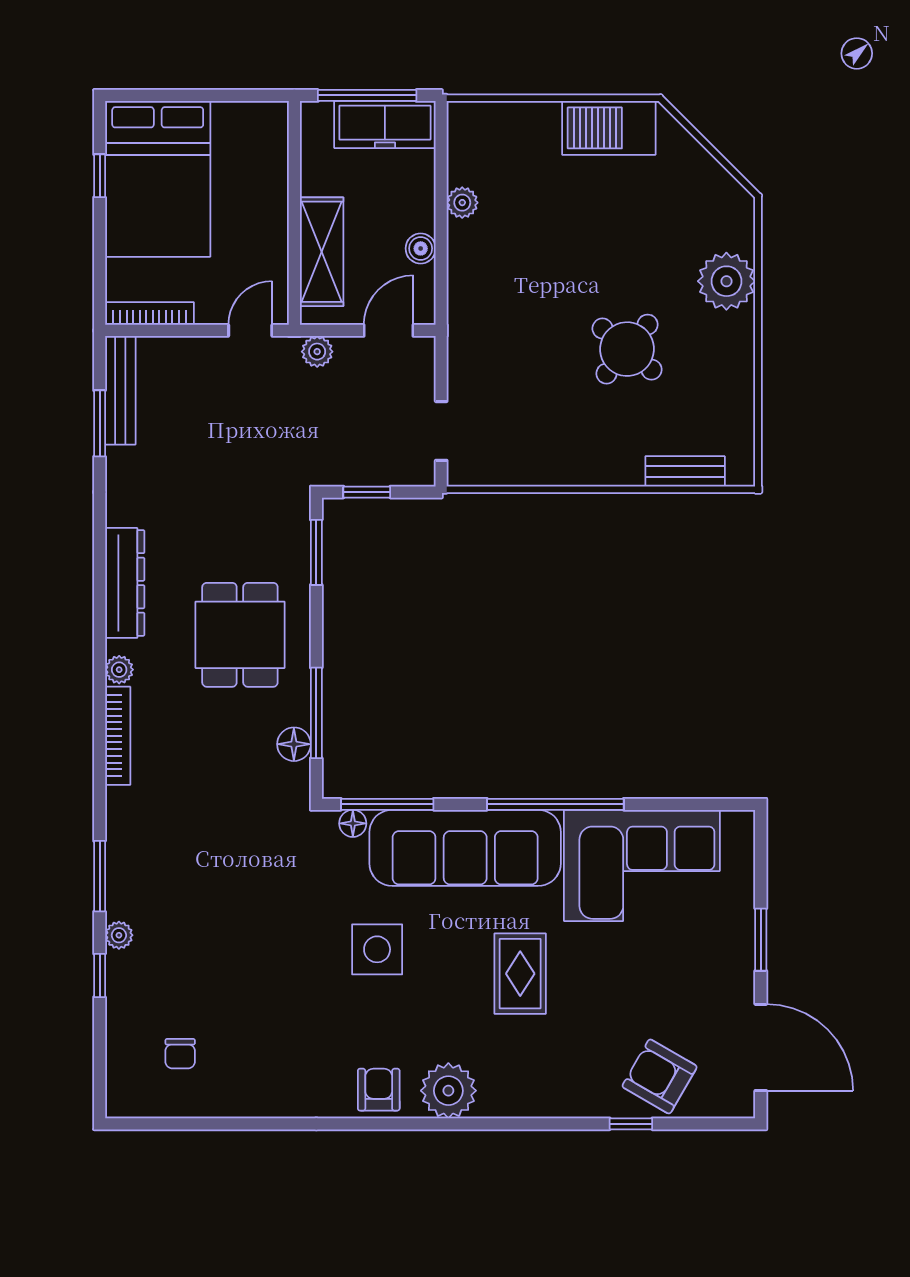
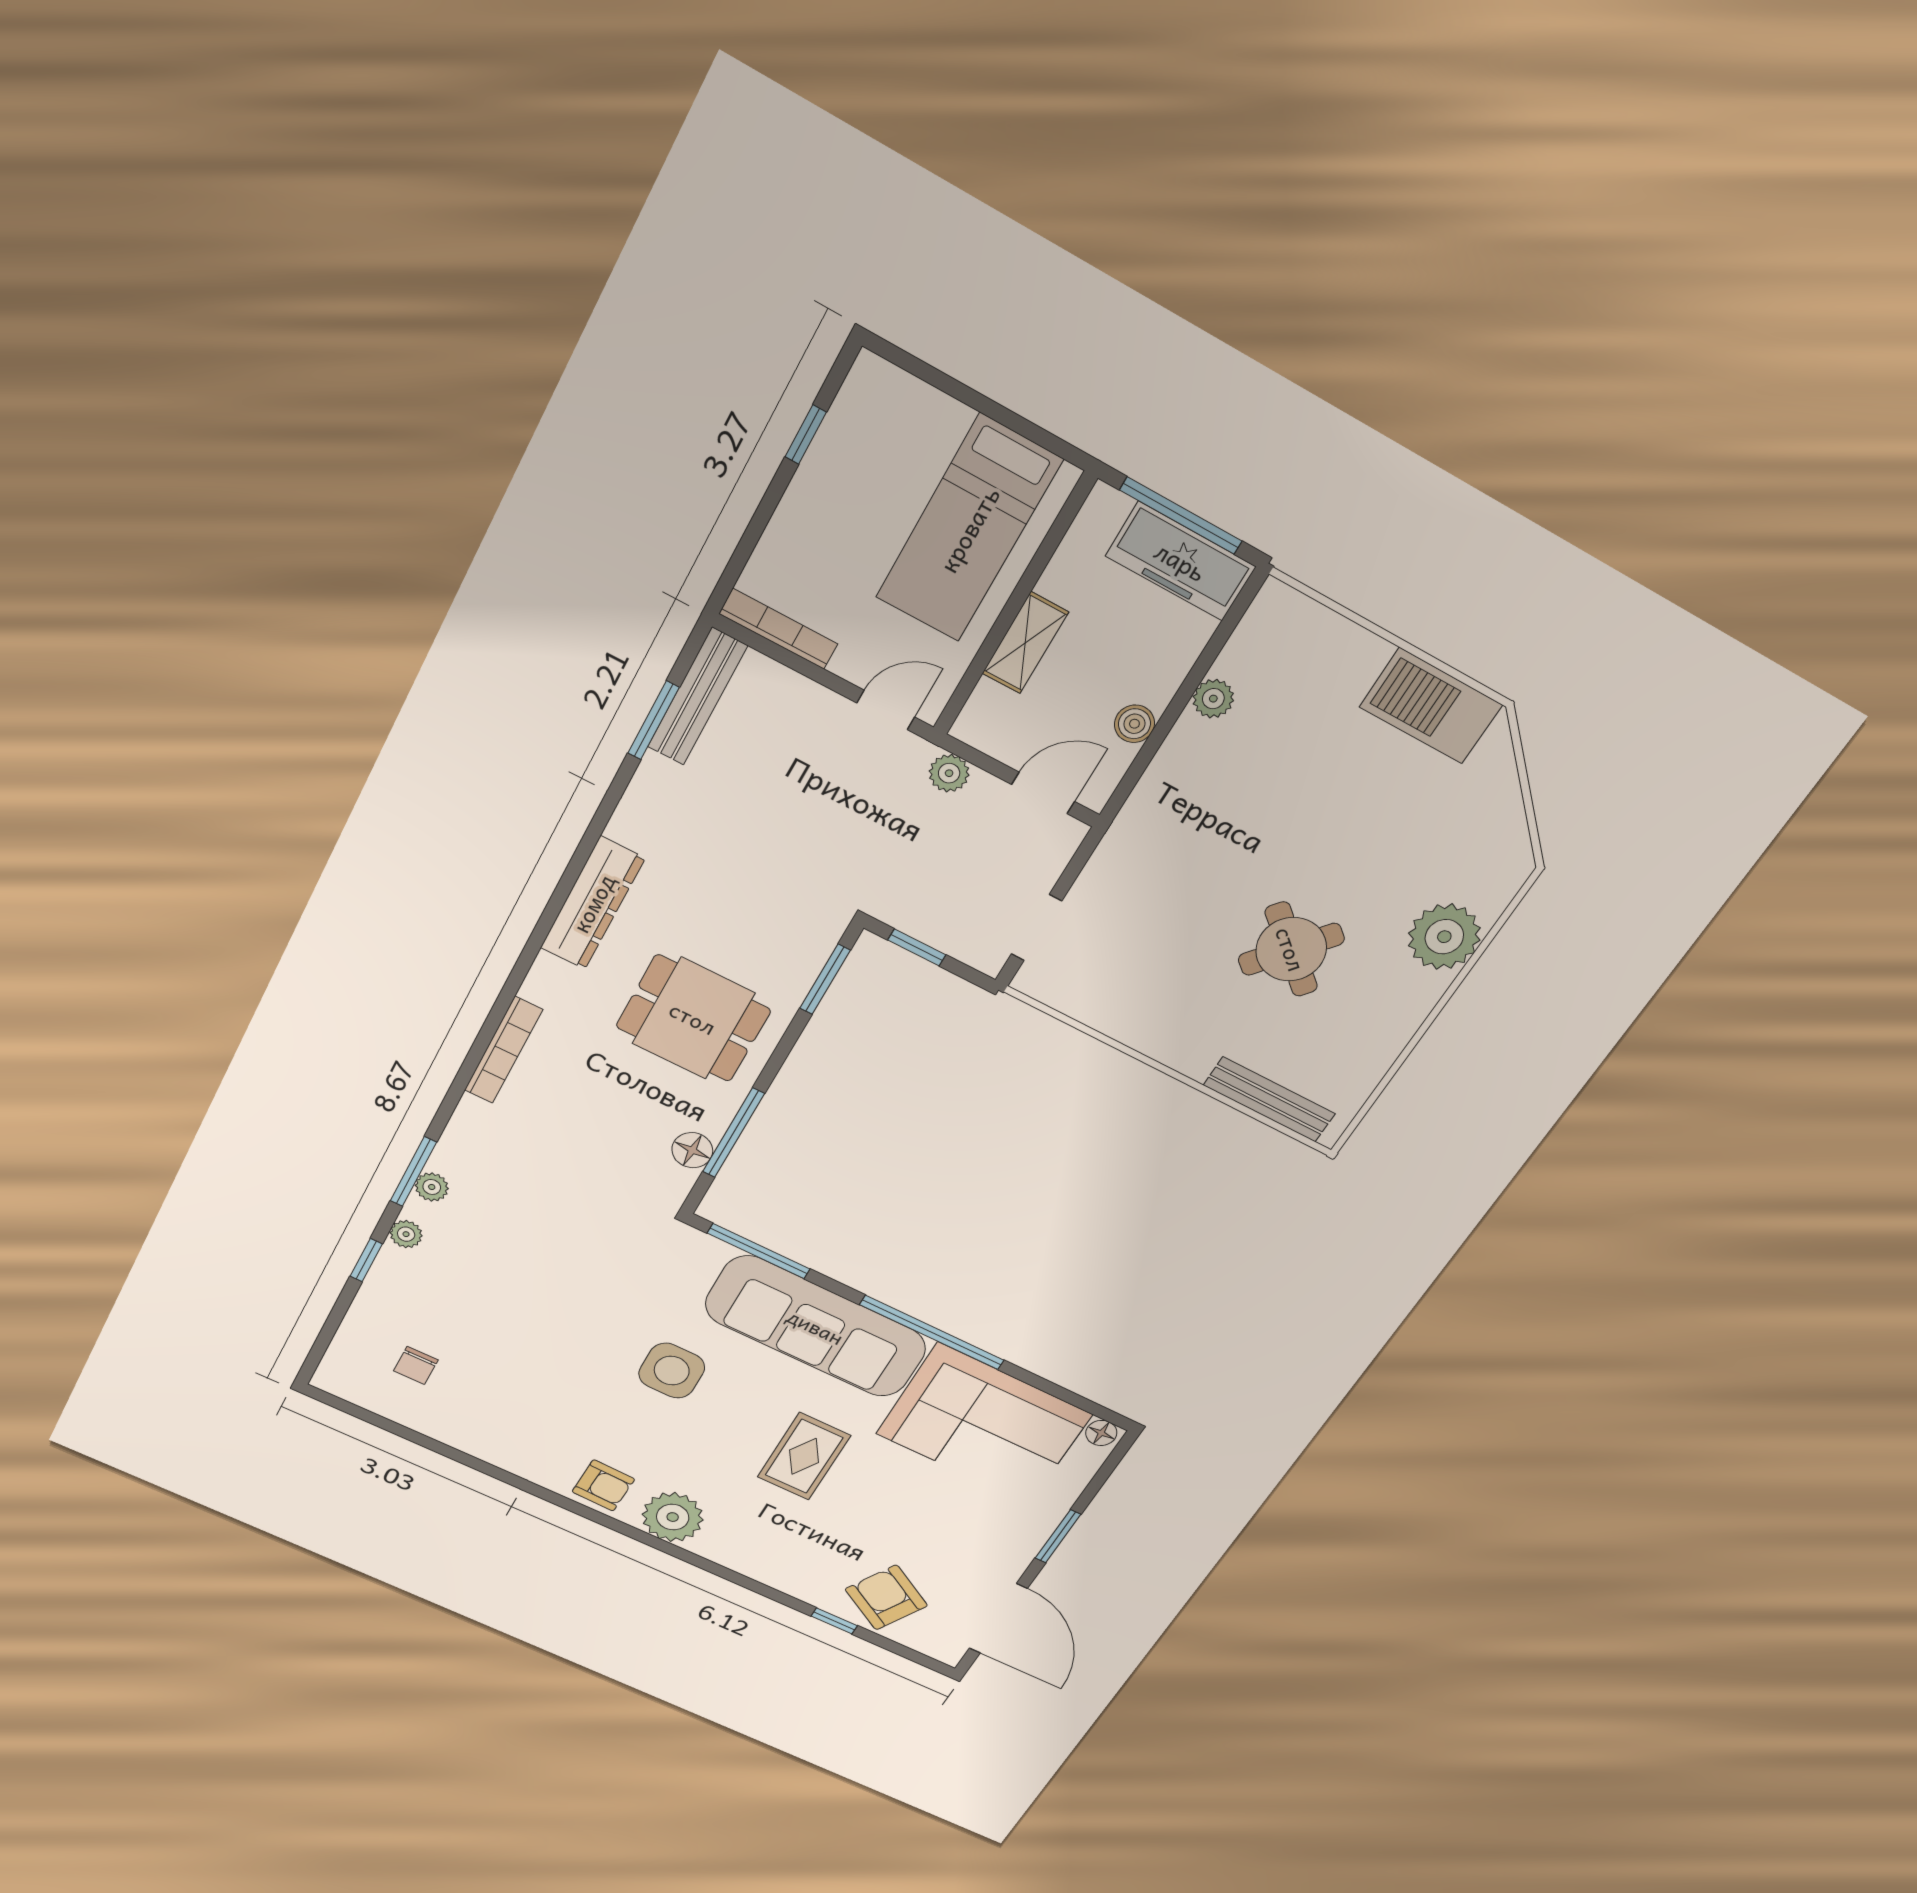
bed: (158, 179) -> (969, 529), moved, width x0.67
shelving: (322, 252) -> (1025, 643), width x0.67, depth x0.75
bench: (685, 471) -> (1269, 1100), width x1.36
dining table: (240, 635) -> (693, 1018), turned 90
plant: (119, 670) -> (432, 1187), moved
floor lamp: (353, 823) -> (1101, 1433), moved
armchair: (379, 1090) -> (603, 1485), turned 92

